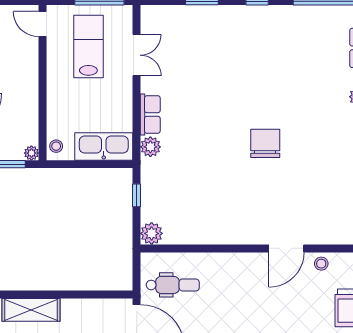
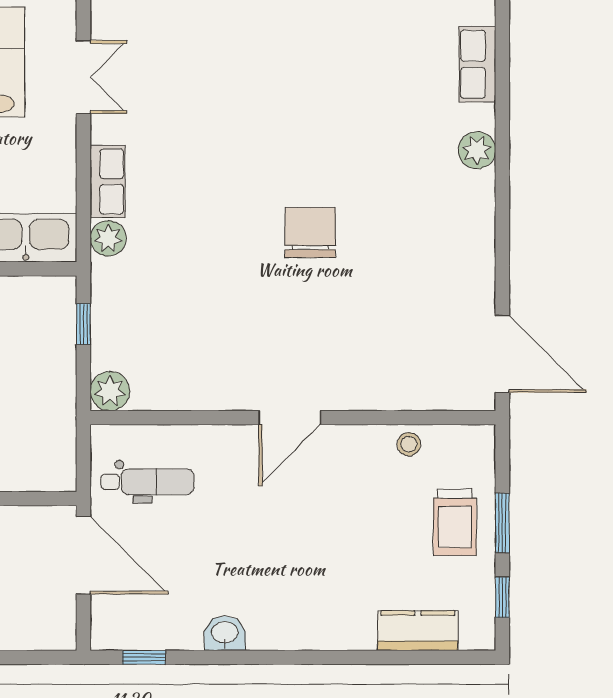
door: (286, 248) -> (290, 418), moved

